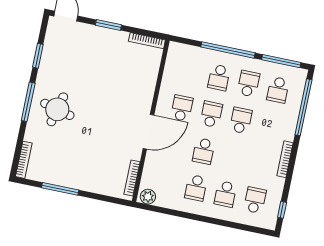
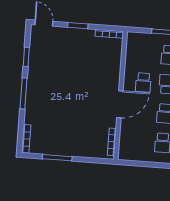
school desk: (182, 108) -> (143, 82), turned 180
round table: (57, 109) -> (47, 96), removed
plant: (148, 197) -> (126, 155), removed

